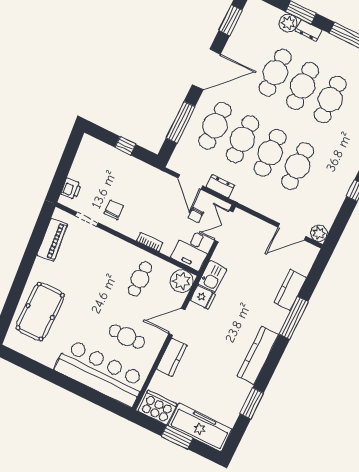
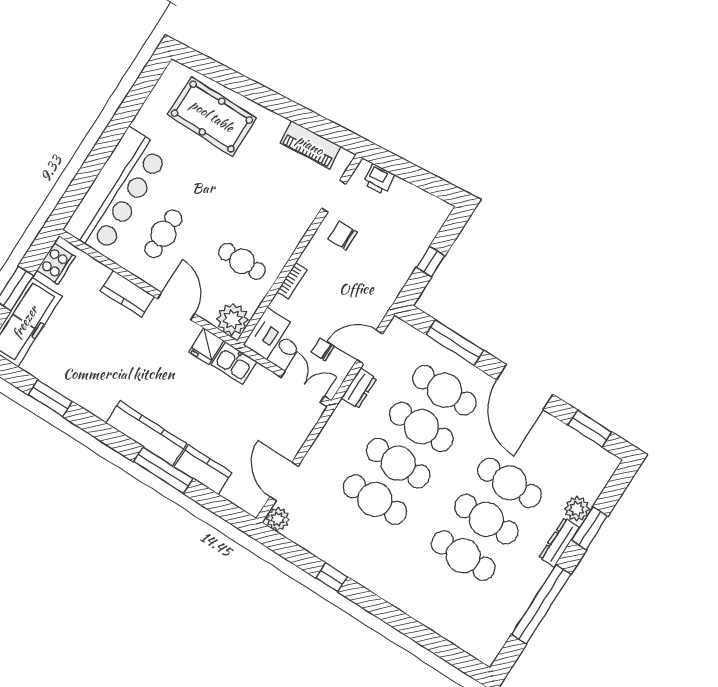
dresser: (309, 31) -> (559, 542), width x1.44
chair: (114, 210) -> (343, 235), turned 180
kitchen counter: (258, 355) -> (146, 433), moved
cooker: (158, 407) -> (56, 264), width x0.73, depth x0.76

